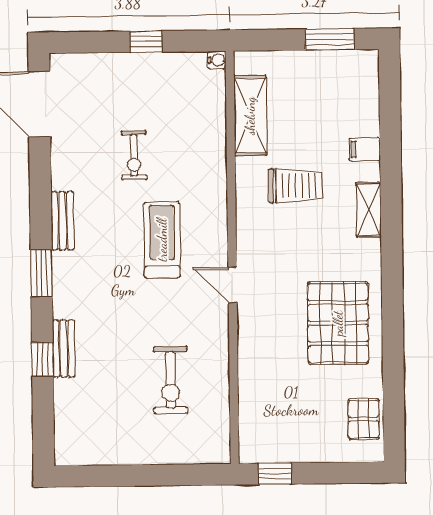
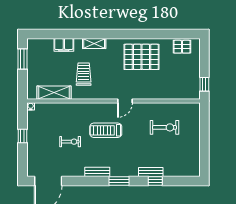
filing cabinet: (365, 149) -> (64, 45), width x2.00

